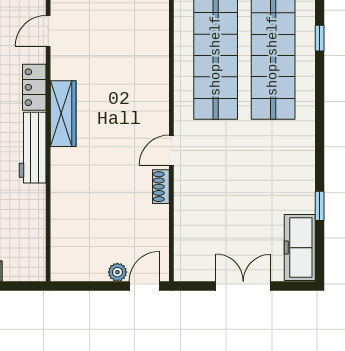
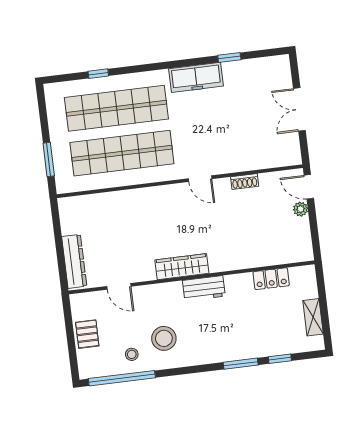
locker: (34, 87) -> (271, 279), moved
workbench: (33, 148) -> (204, 288), width x0.73
shoe rack: (161, 187) -> (245, 182), moved
freezer: (300, 248) -> (196, 77), moved

